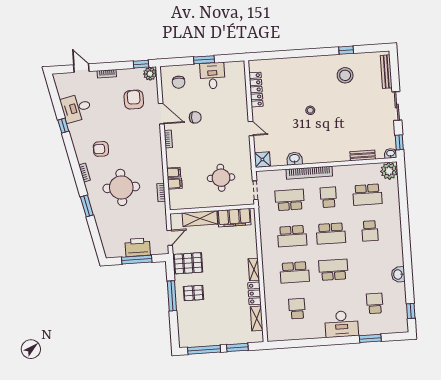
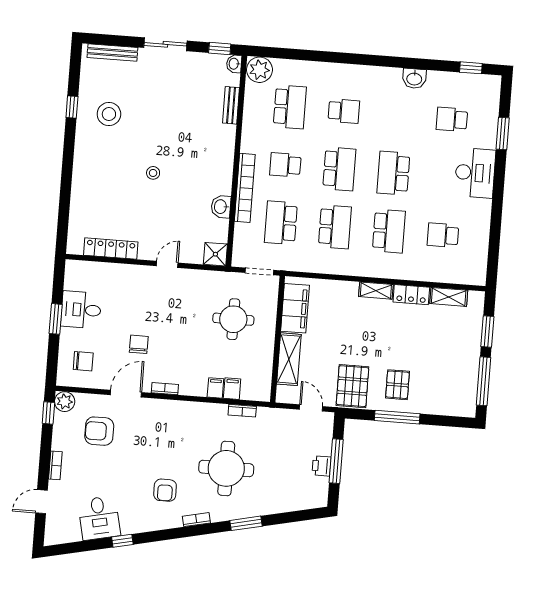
printer: (138, 247) -> (322, 466), width x0.53, depth x0.68

